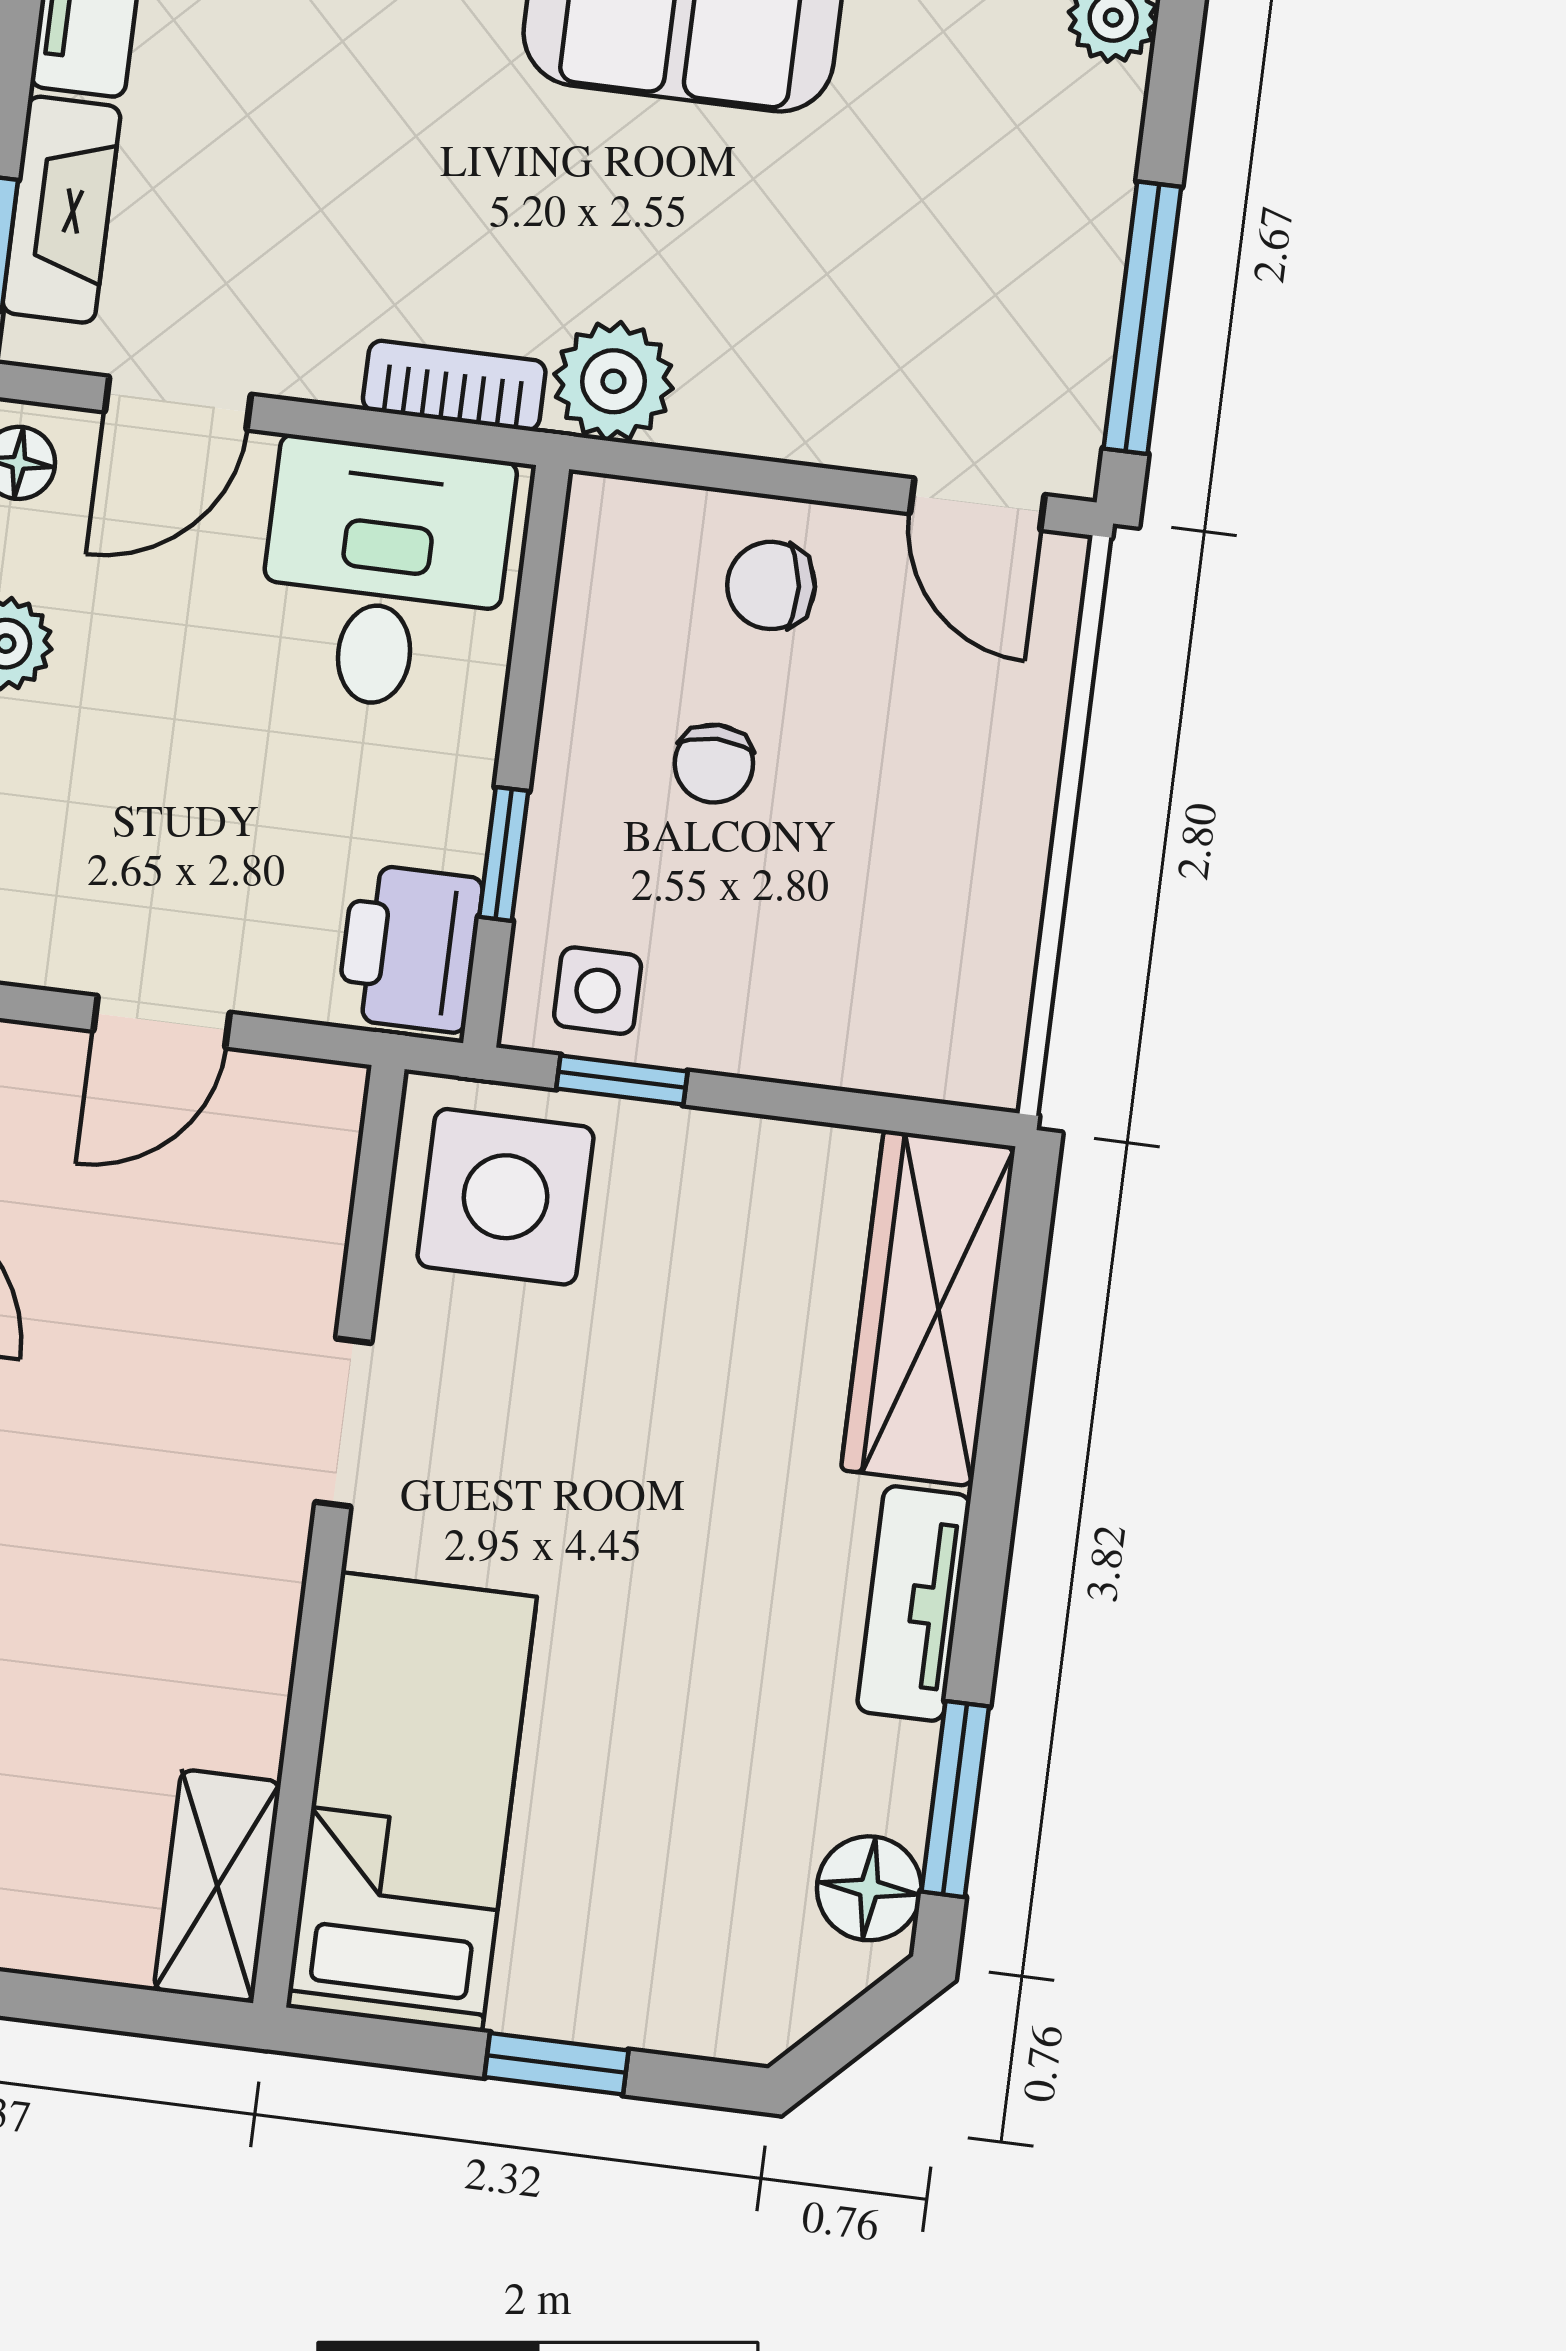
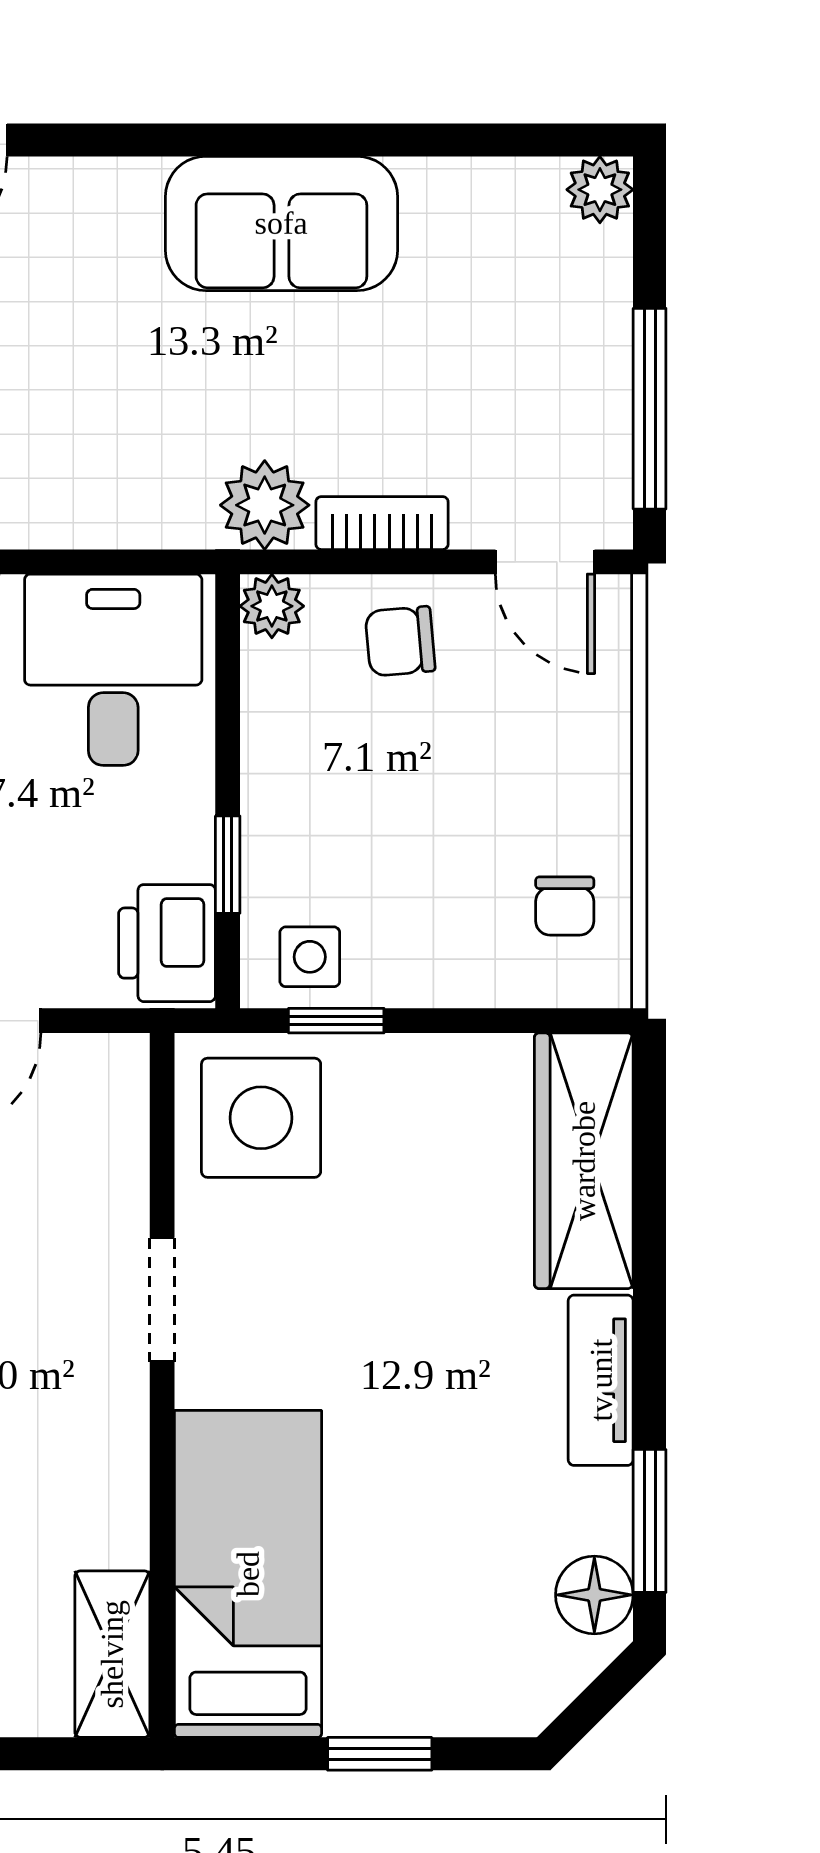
bookcase: (454, 386) -> (382, 523), moved
plant: (606, 517) -> (272, 606), added
chair: (714, 764) -> (565, 906), moved

